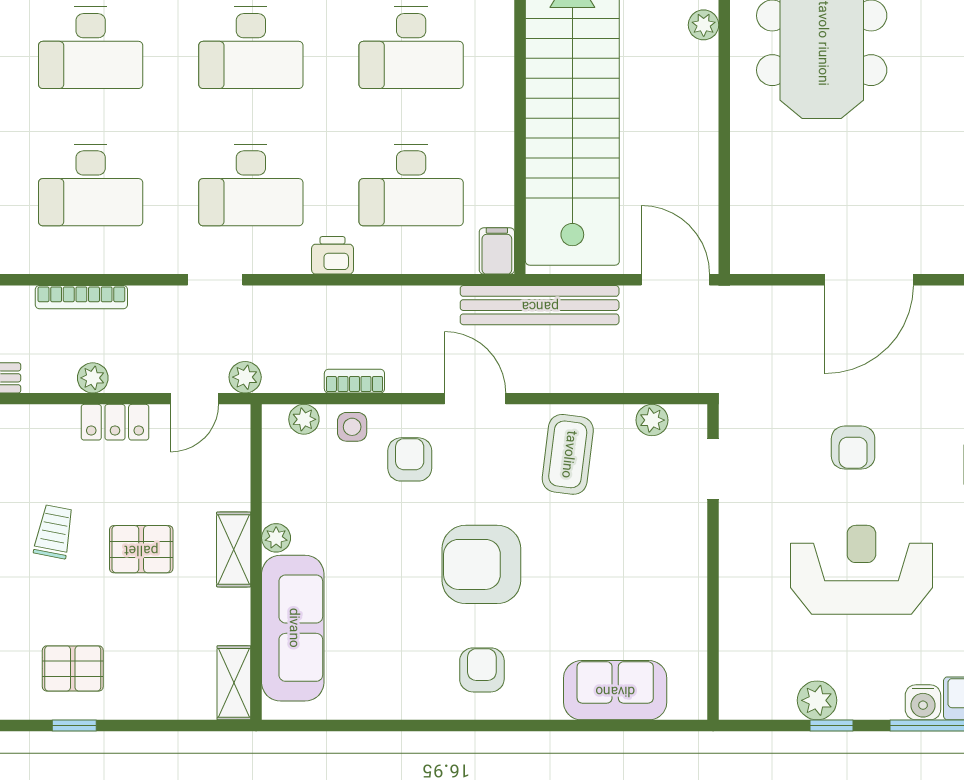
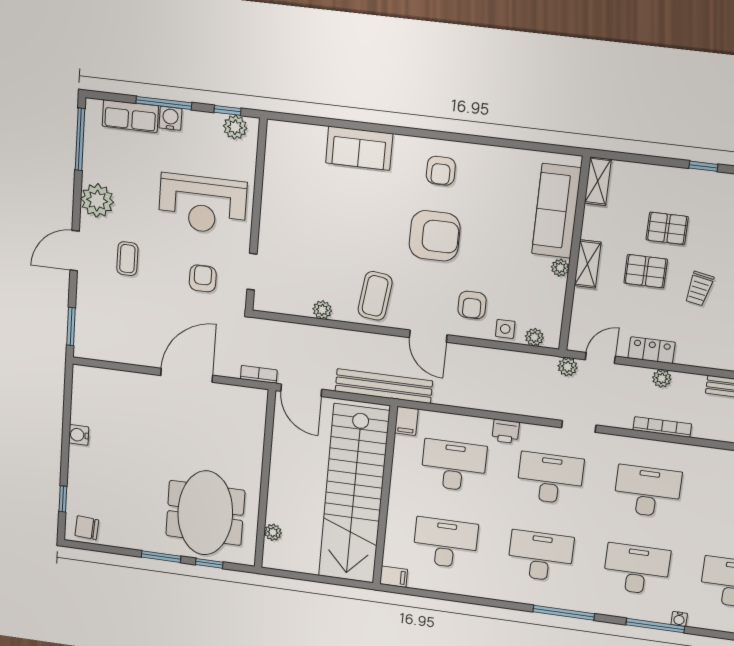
bookcase: (354, 381) -> (259, 374), moved, turned 180
doorway: (713, 469) -> (252, 272), moved
wall: (713, 562) -> (256, 215), moved
pallet: (73, 668) -> (667, 228), moved

